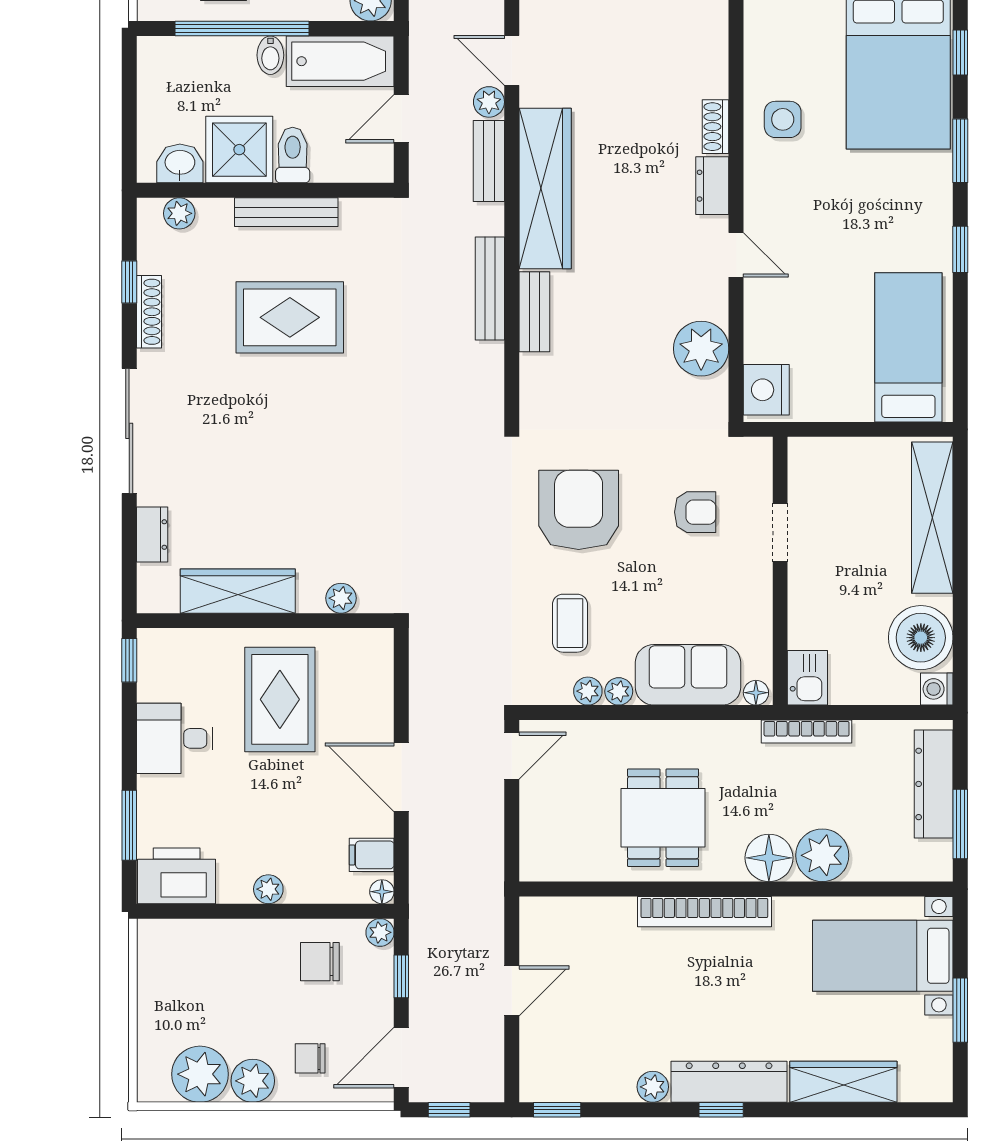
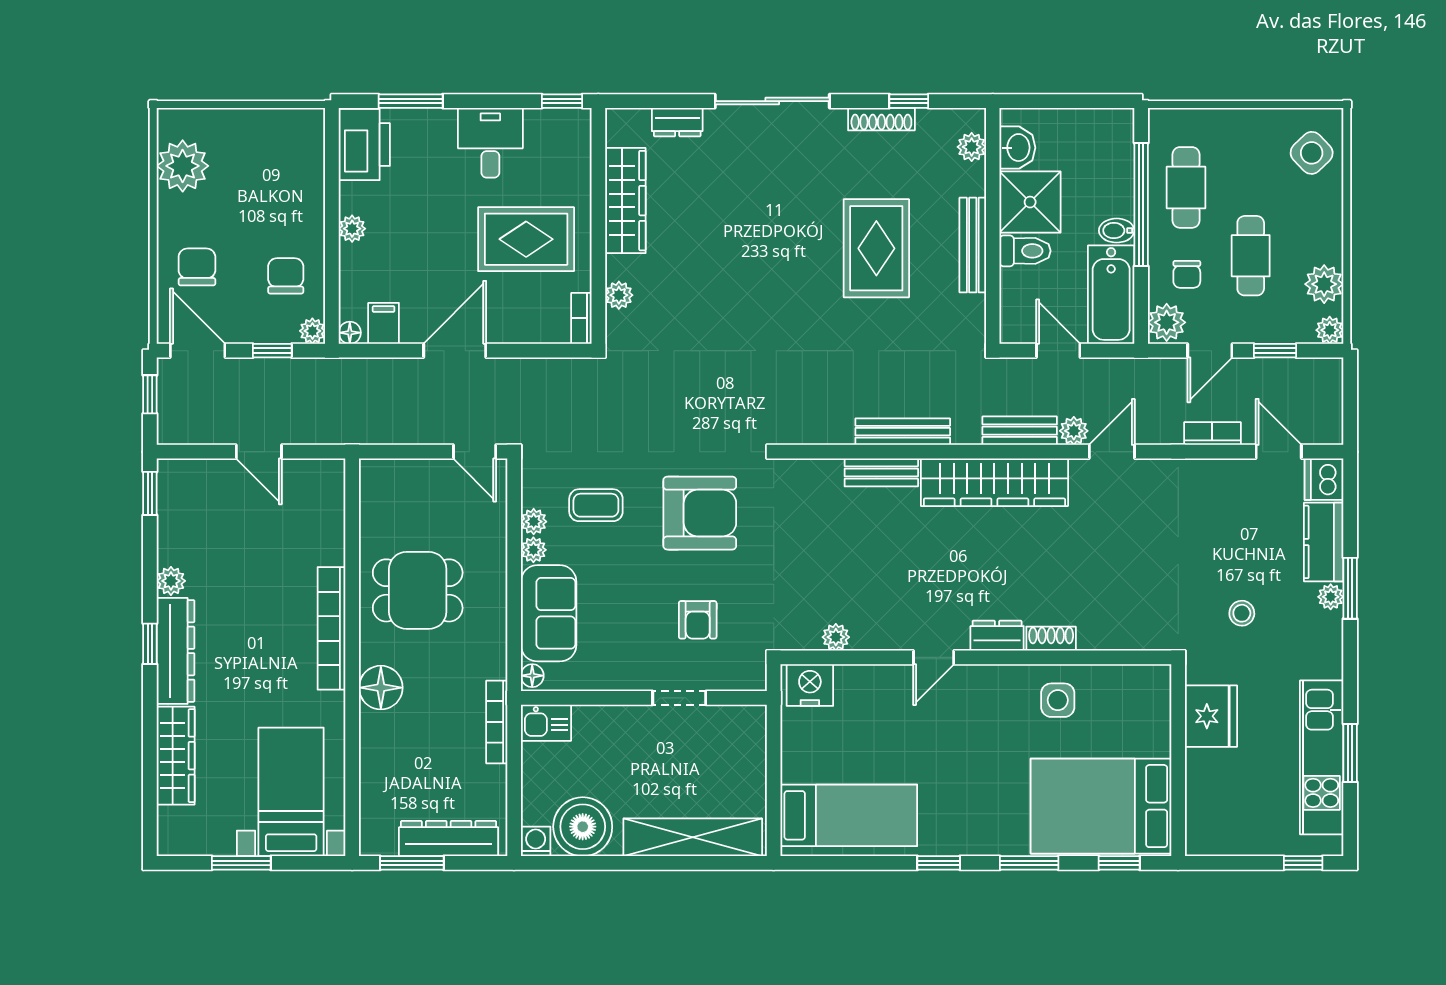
plant: (701, 349) -> (836, 637), width x0.53, depth x0.53
bookcase: (366, 639) -> (581, 318), added
plant: (822, 855) -> (383, 736), removed
chair: (310, 1058) -> (197, 267), width x1.37, depth x1.37
plant: (253, 1081) -> (176, 214), removed

